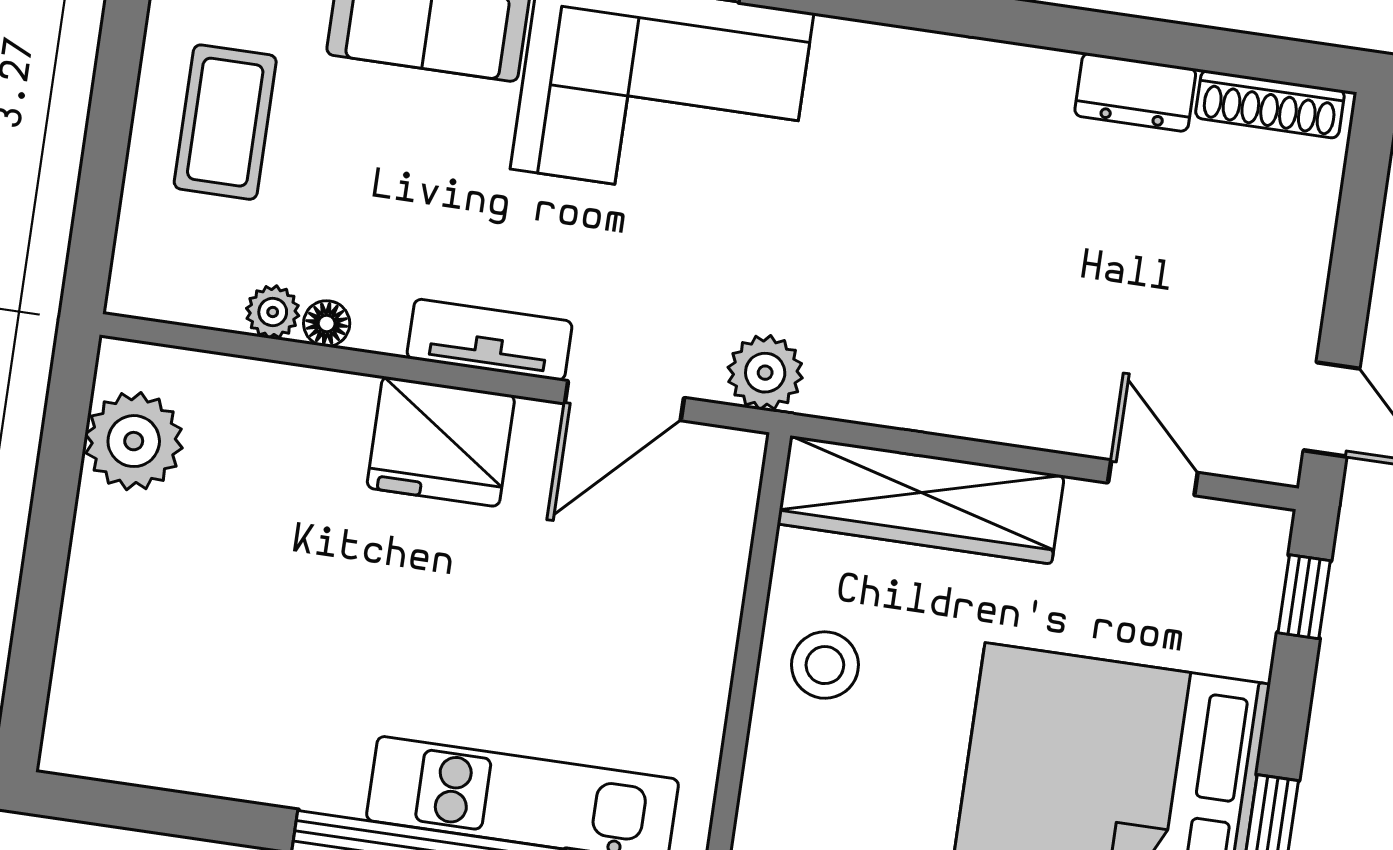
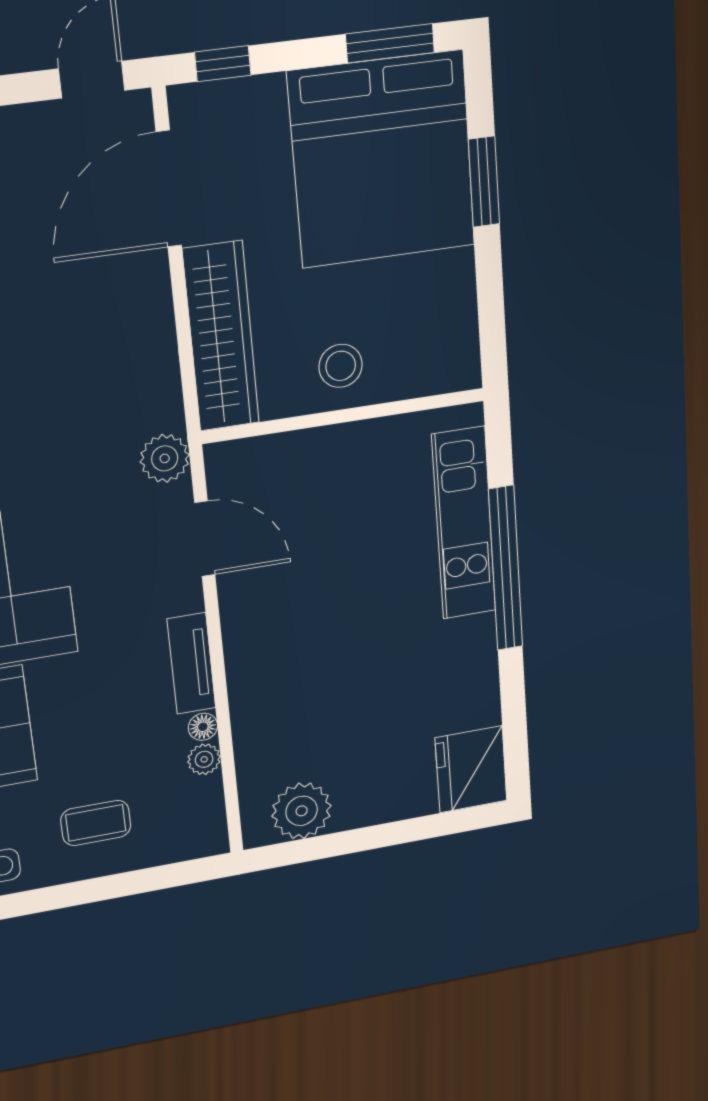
coffee table: (225, 122) -> (96, 823), width x0.73, depth x0.77
tv unit: (490, 340) -> (191, 664), moved
fridge: (441, 442) -> (471, 769), moved, turned 180
door: (1153, 478) -> (169, 189), width x1.87

